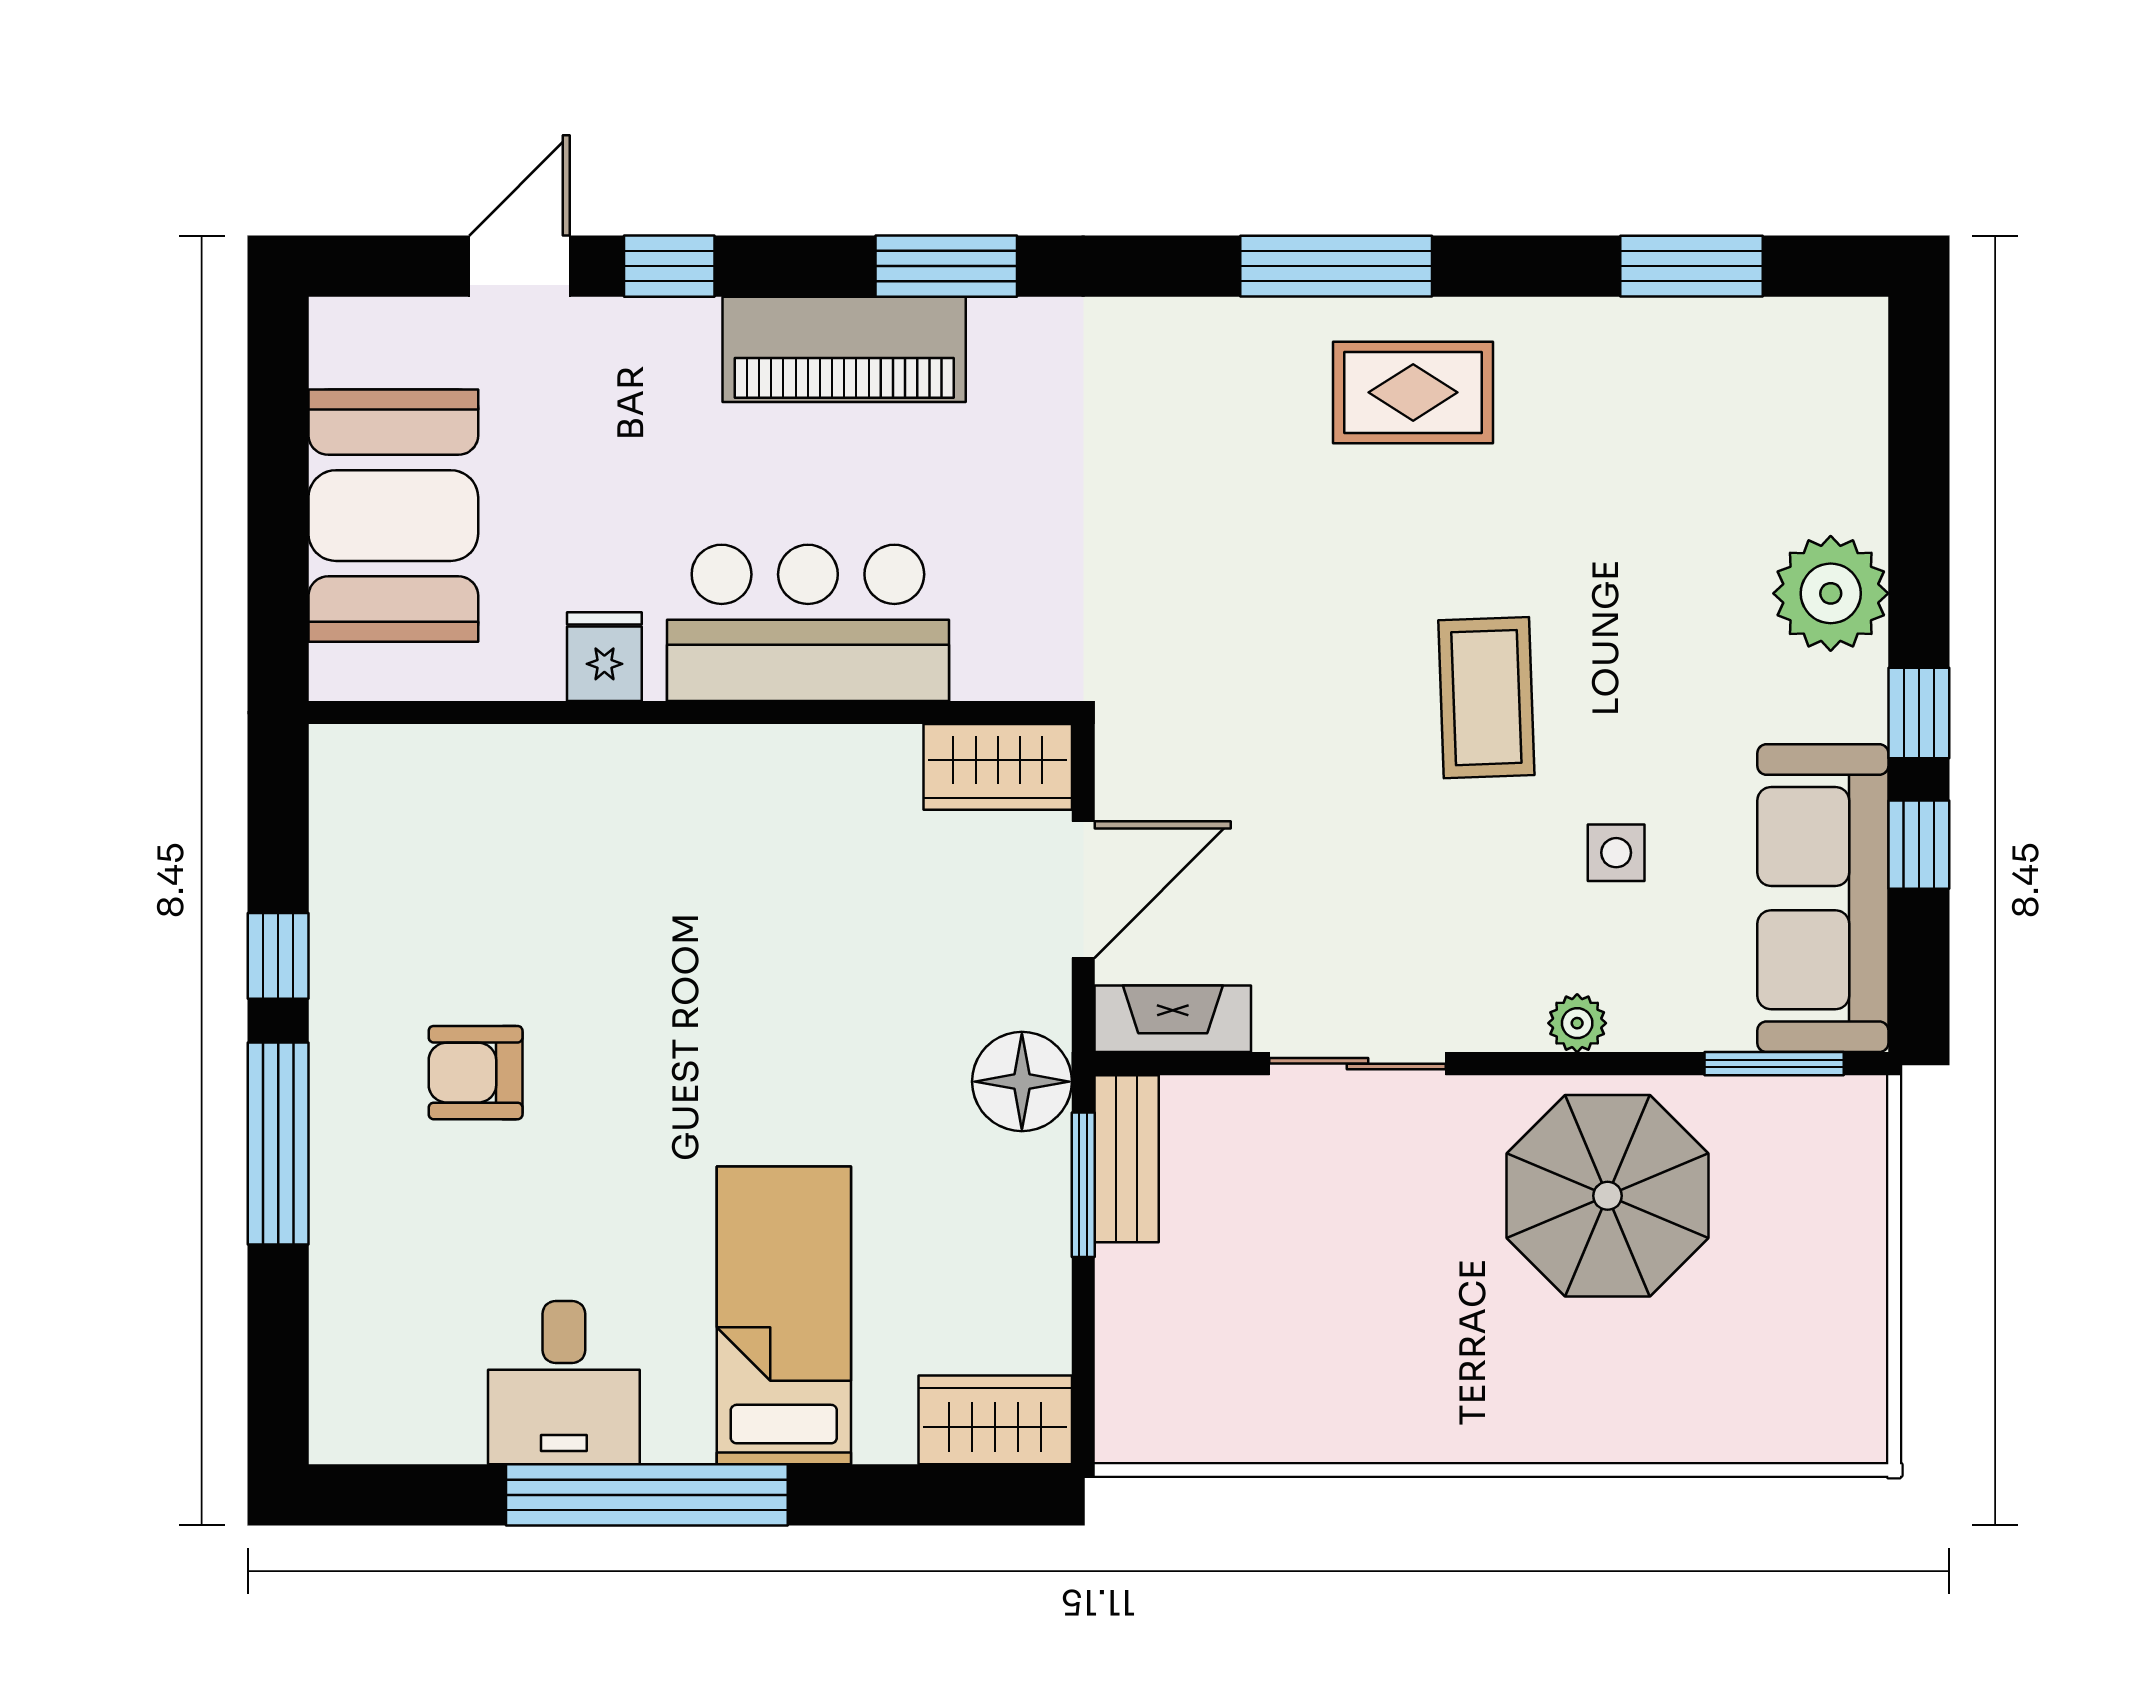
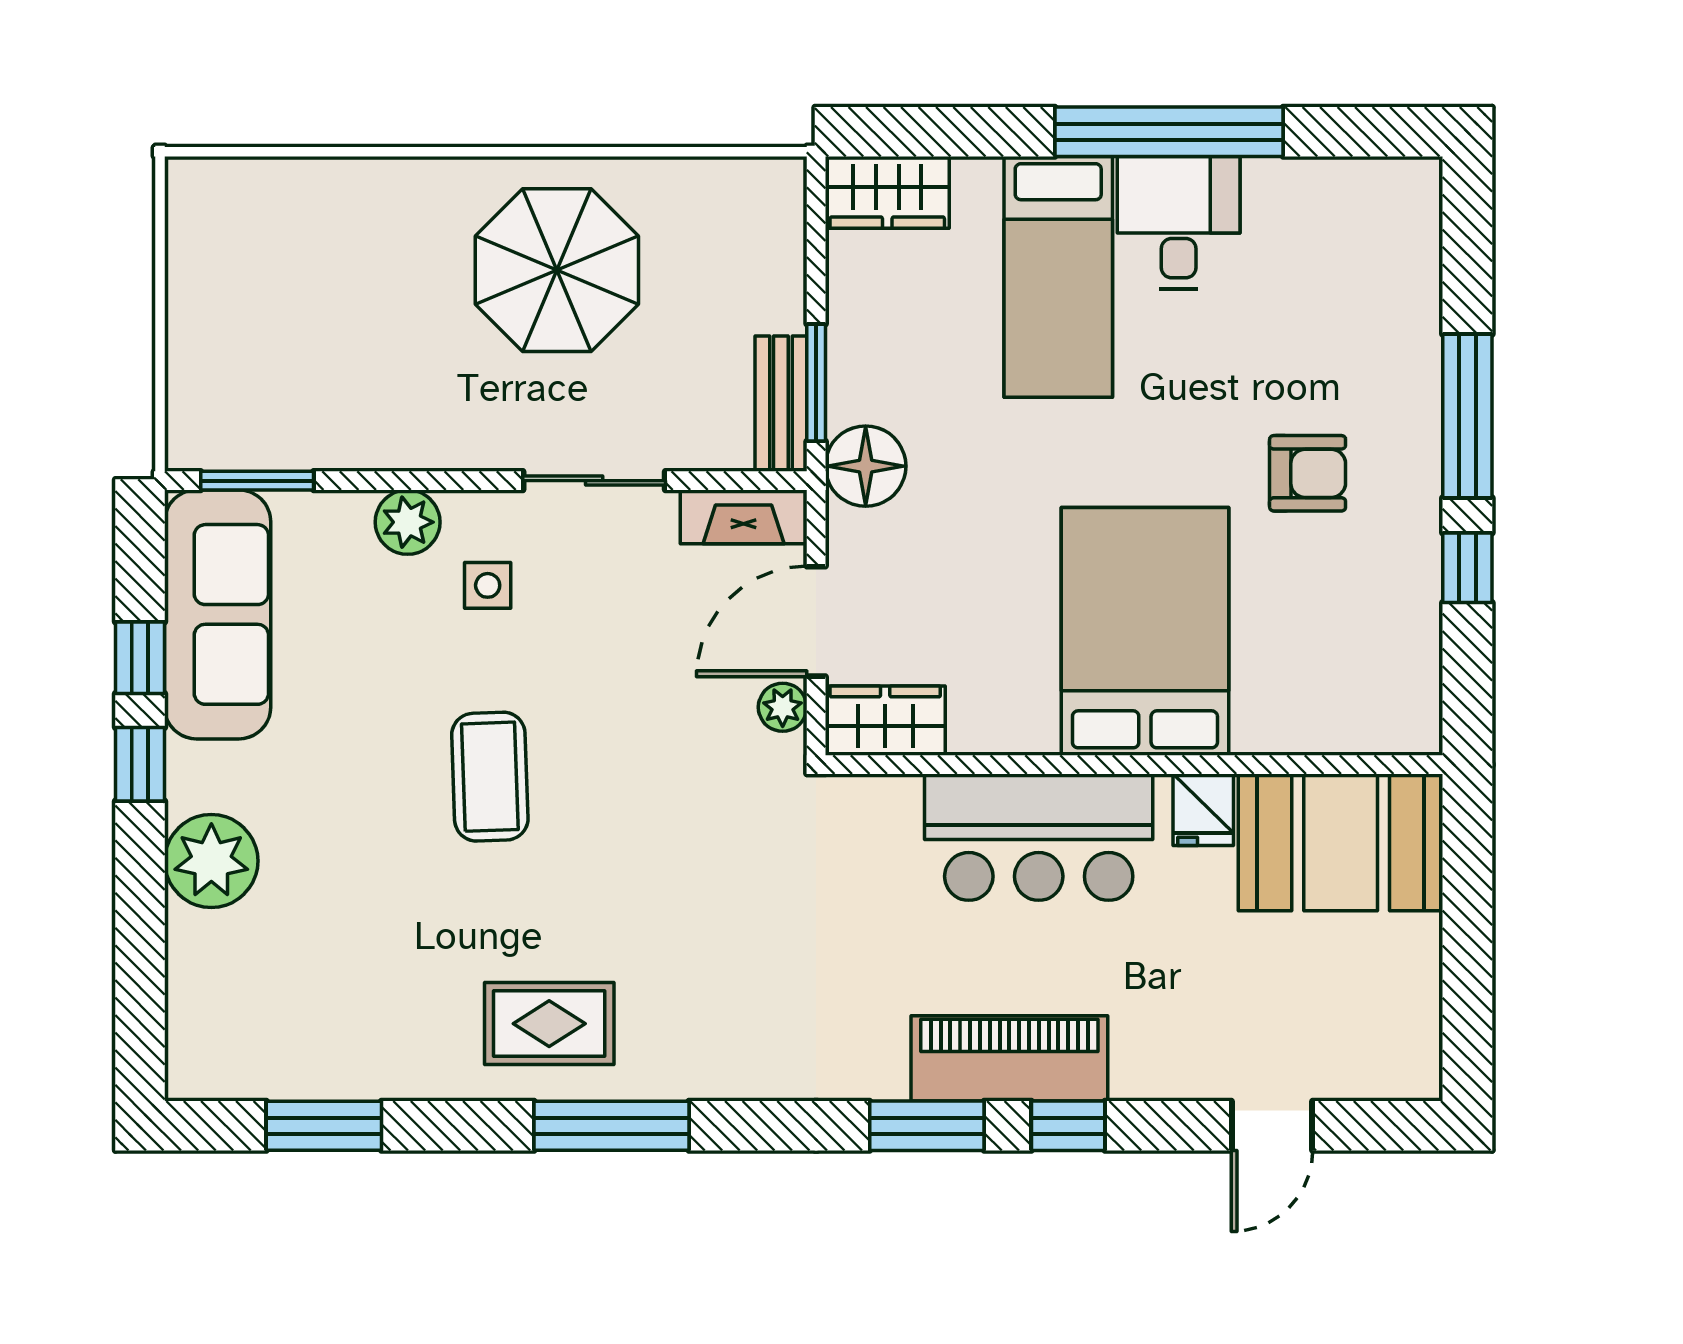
window: (669, 266) -> (1068, 1126), moved
booth: (393, 516) -> (1341, 842), moved, turned 90
plant: (1125, 783) -> (783, 707), added
side table: (1616, 853) -> (488, 585), moved
bed: (677, 877) -> (1145, 631), added
plant: (1577, 1023) -> (408, 522), width x1.38, depth x1.38
parasol: (1608, 1196) -> (557, 270), moved
desk: (564, 1383) -> (1179, 222), moved

